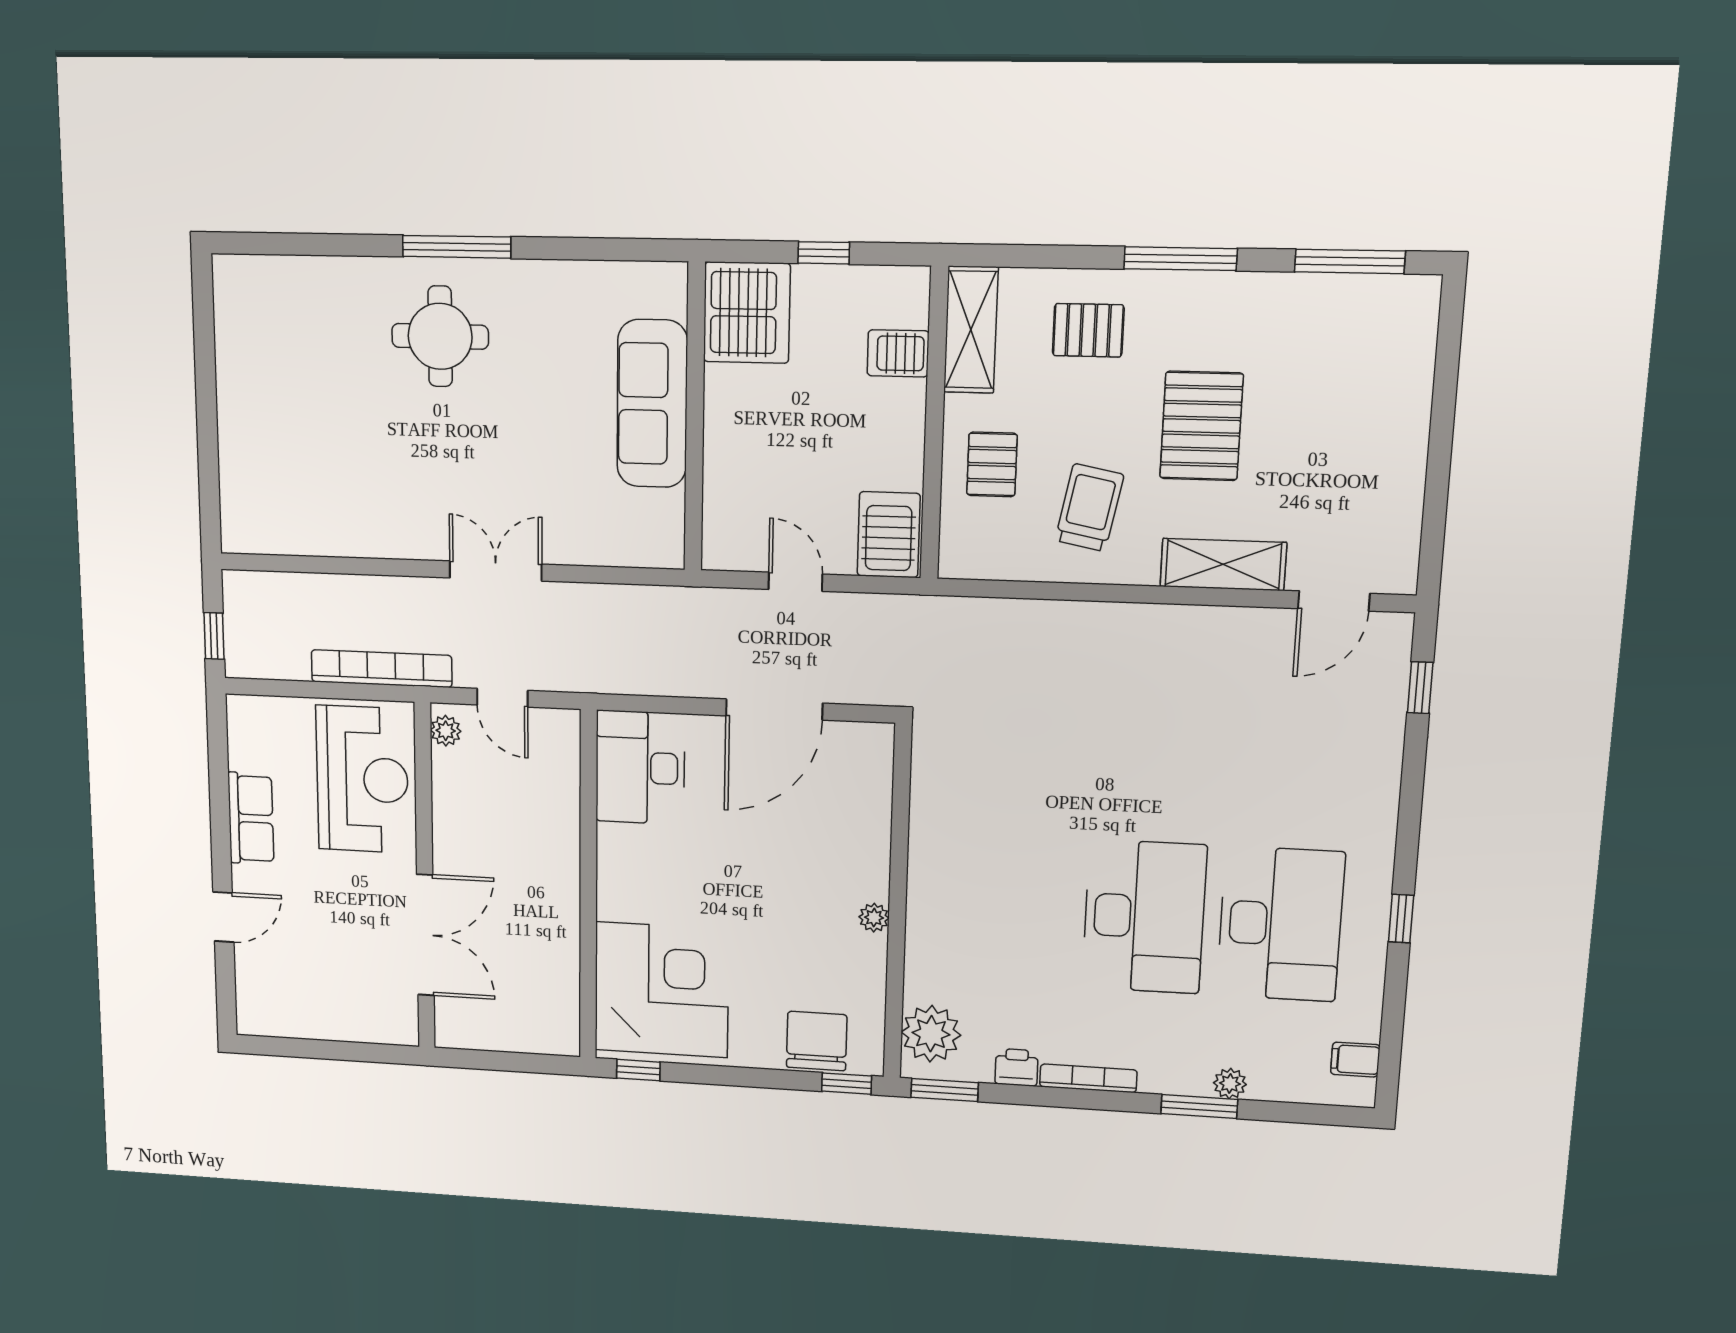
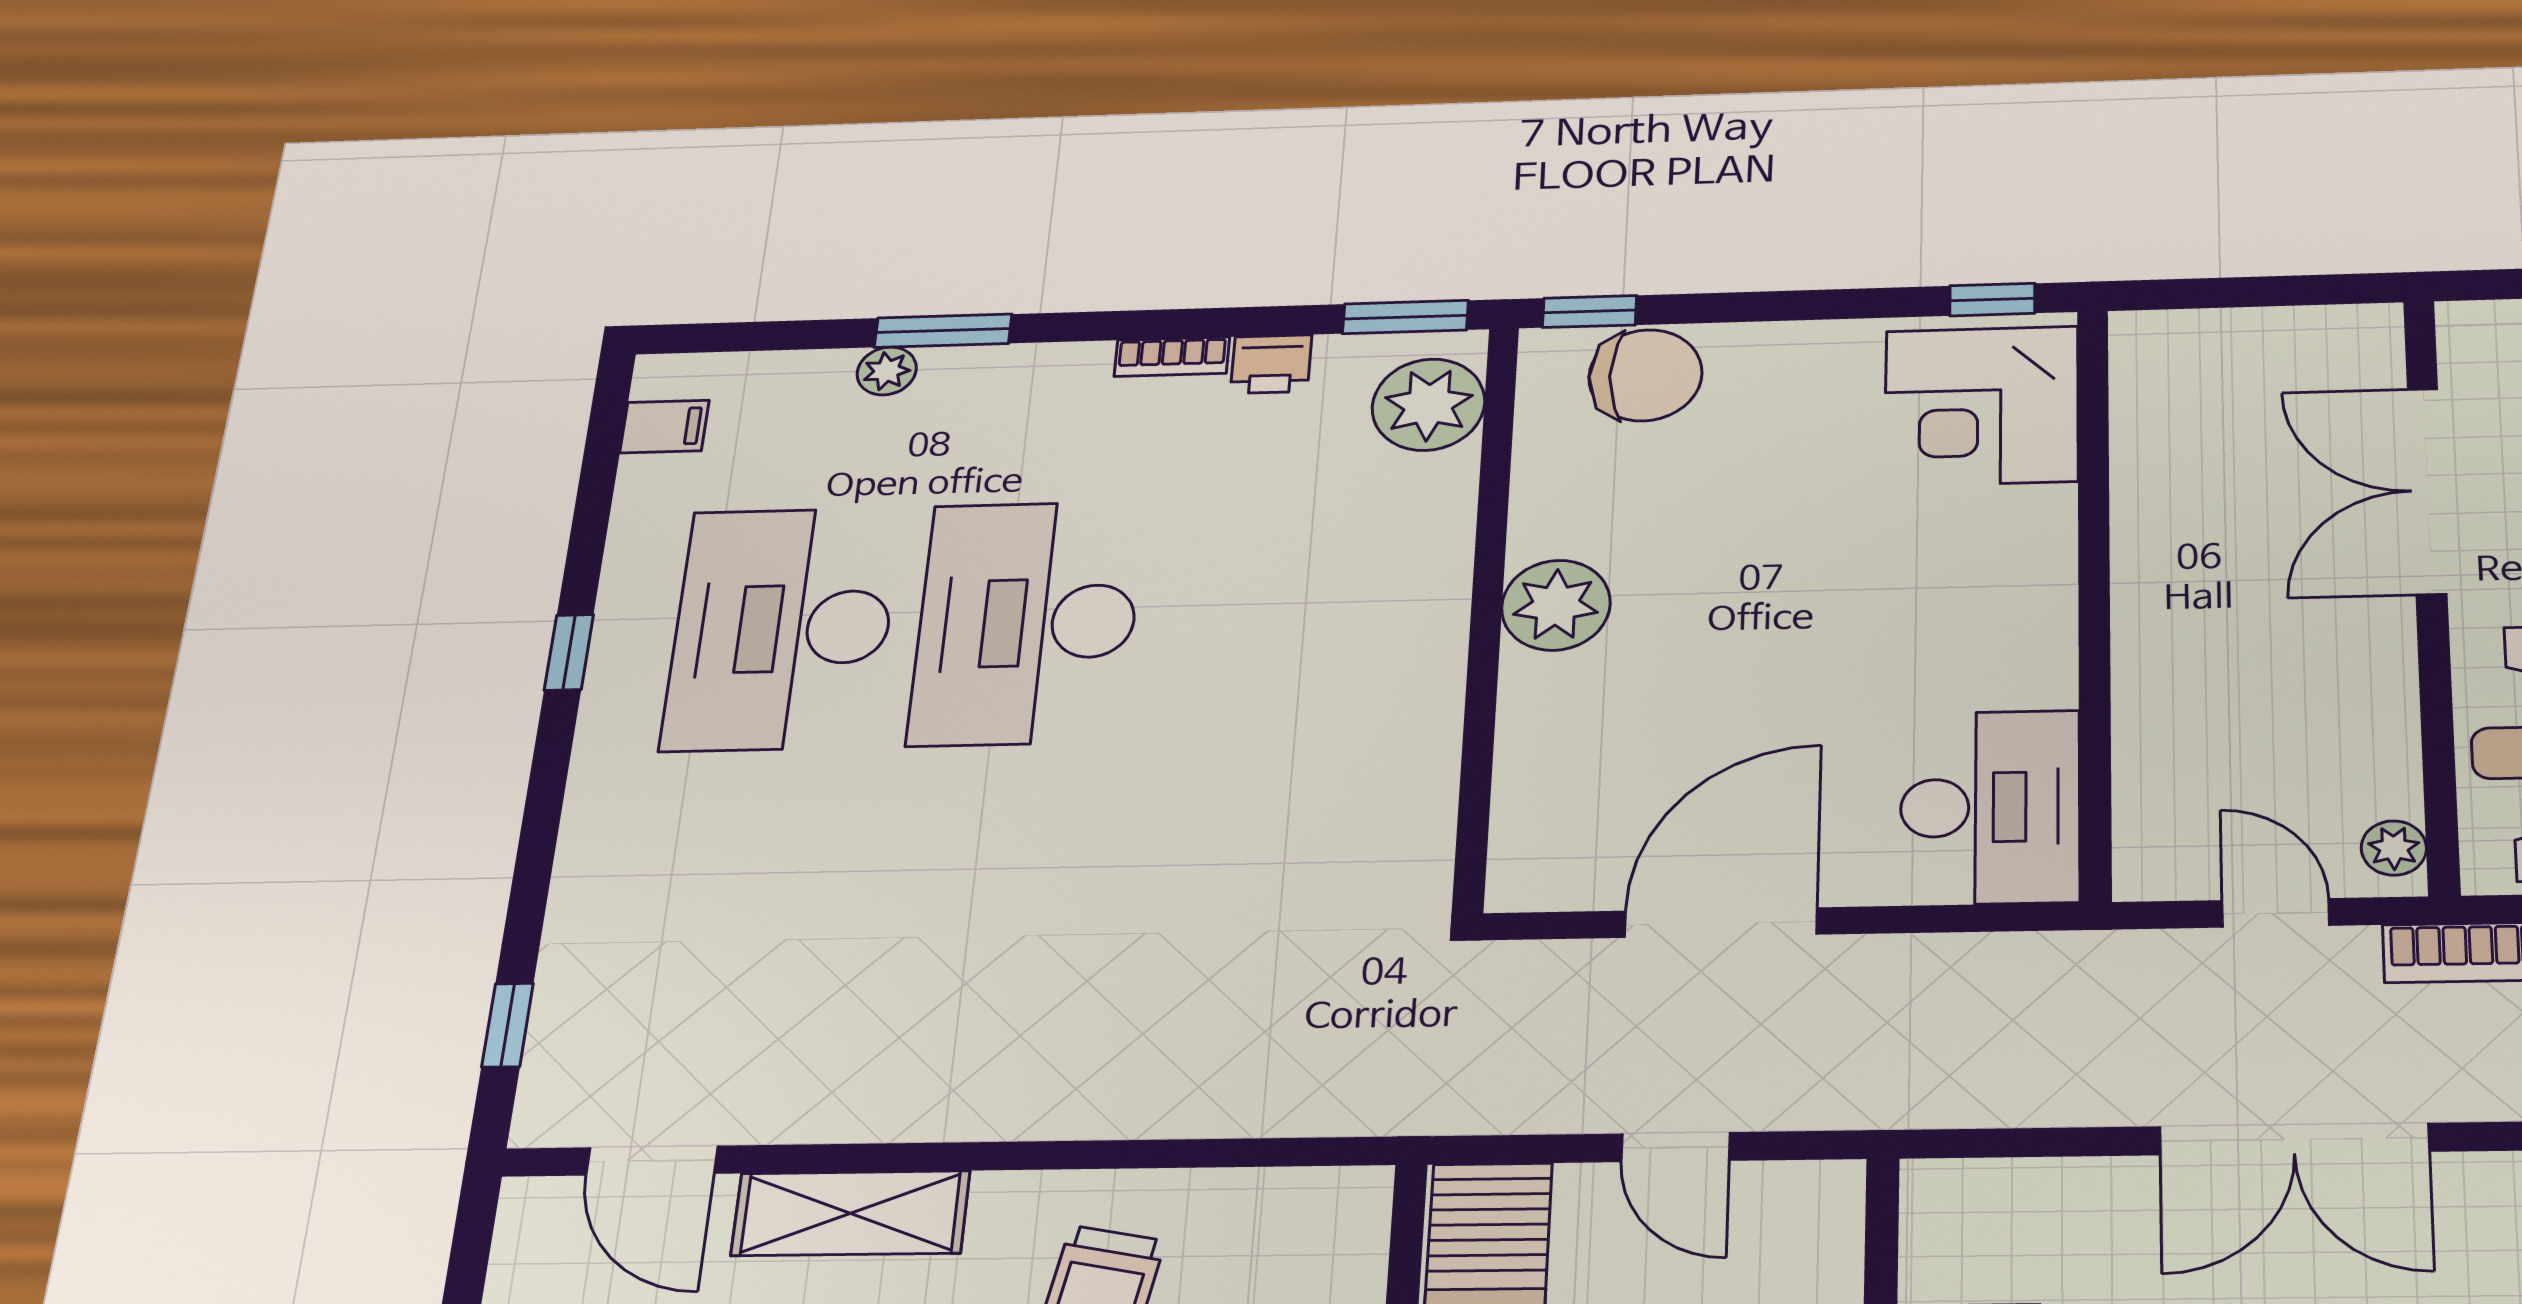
double door: (496, 571) -> (2294, 1139), width x1.37
door: (1334, 601) -> (652, 1161), swing flipped
plant: (874, 918) -> (1556, 605), width x1.88, depth x1.88
corner desk: (662, 990) -> (1981, 406), width x0.74, depth x0.74
chair: (817, 1041) -> (1645, 375), turned -90
bookcase: (1088, 1078) -> (1172, 357), width x0.64

